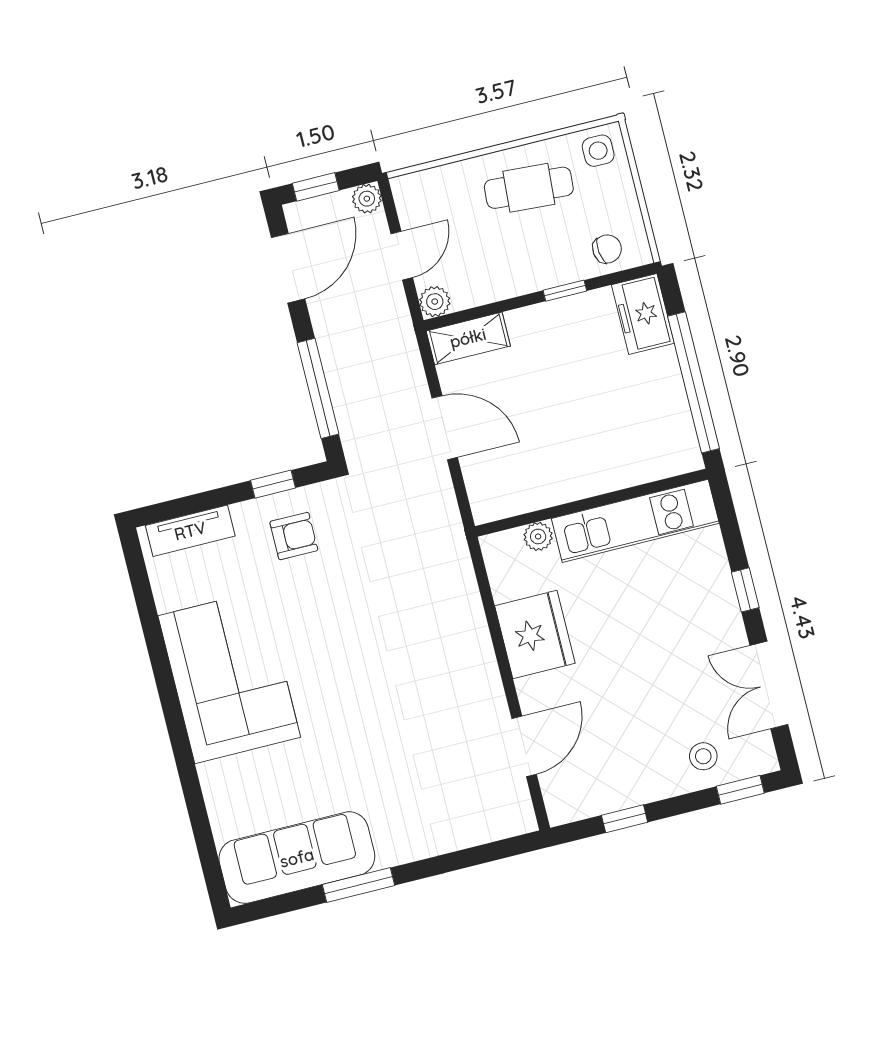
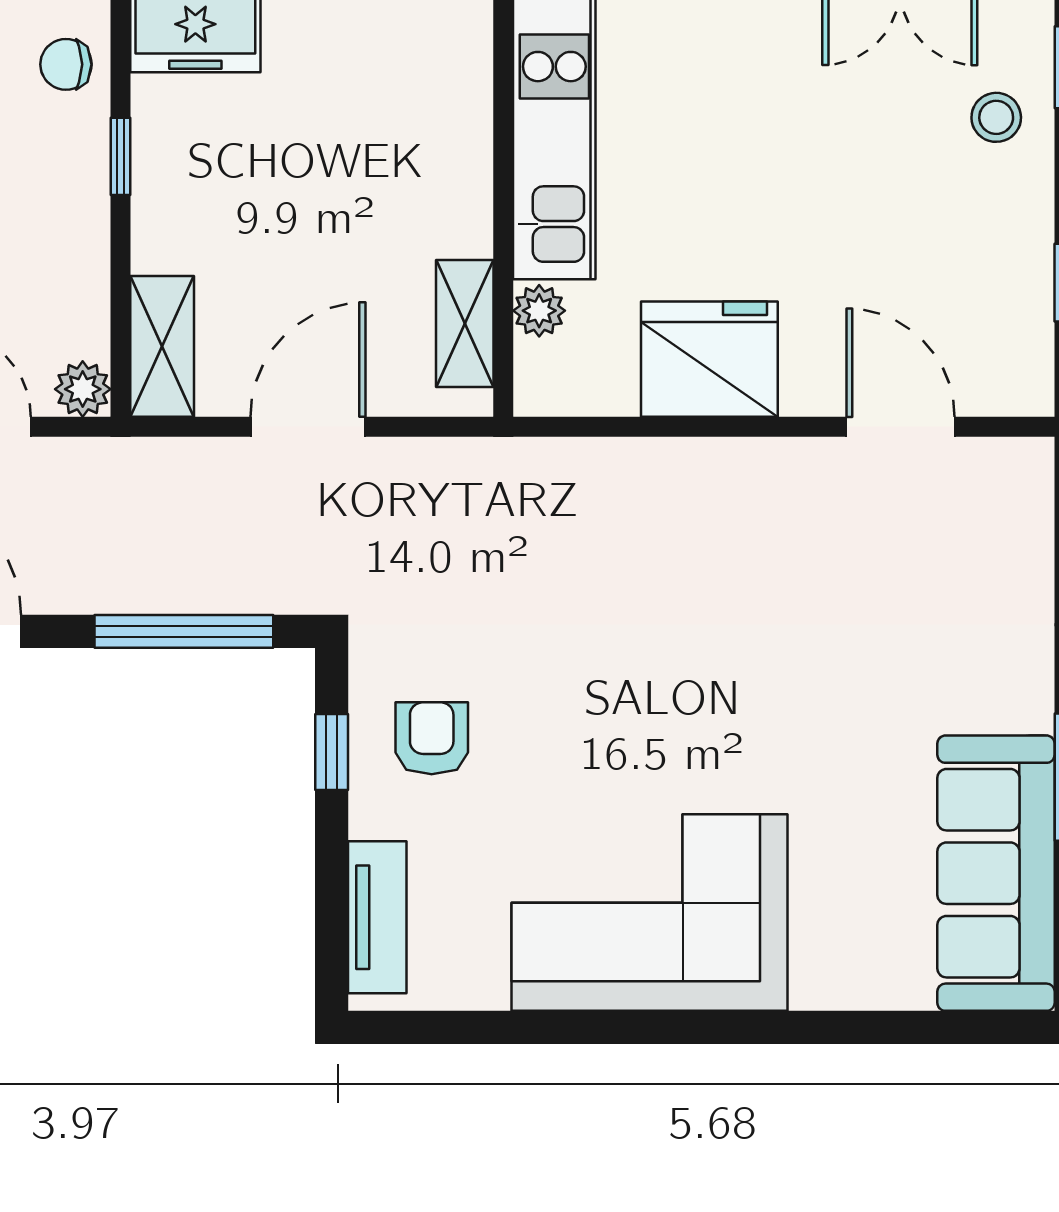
chair: (607, 249) -> (66, 64), turned -83
shelving: (521, 498) -> (465, 324), added

